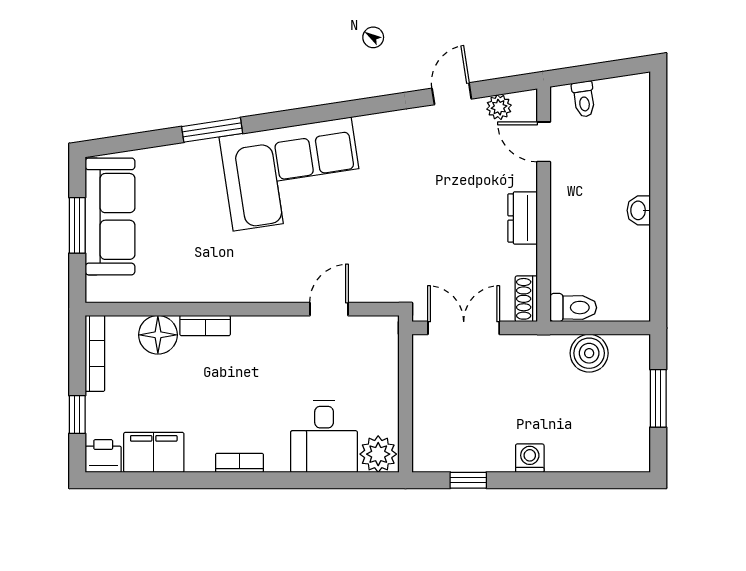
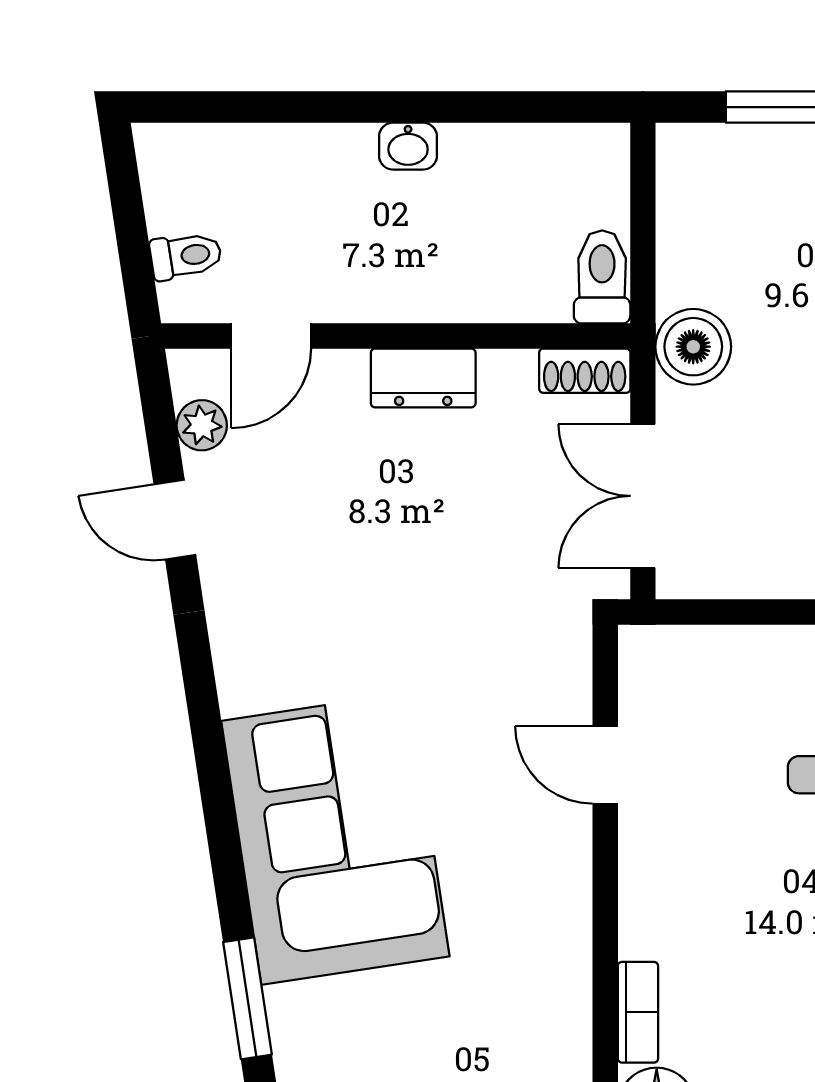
boiler: (589, 353) -> (693, 347), moved

